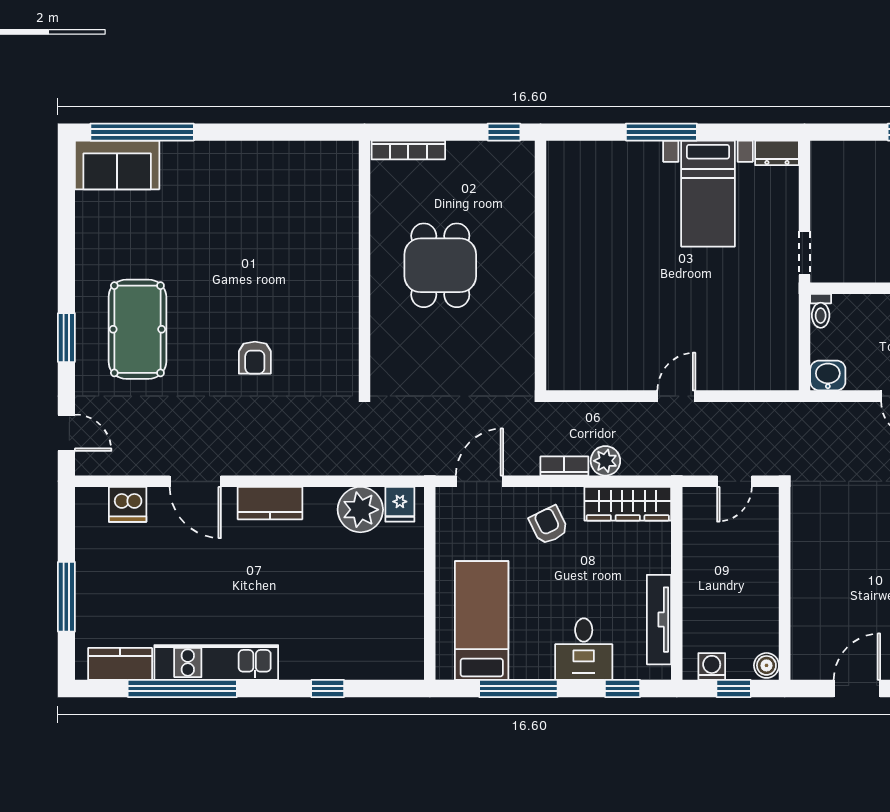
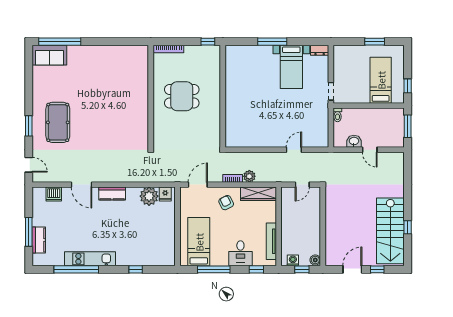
dining table: (440, 265) -> (182, 96), turned 90
armchair: (255, 358) -> (106, 134), removed
washbasin: (828, 376) -> (354, 141), moved
door: (676, 396) -> (294, 150), moved
kitchen counter: (120, 664) -> (39, 240), moved, turned 90

